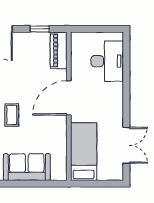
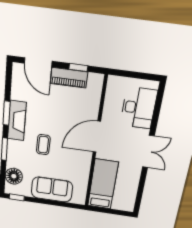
piano: (59, 50) -> (69, 78), moved, turned -90
double door: (126, 145) -> (148, 152), moved

